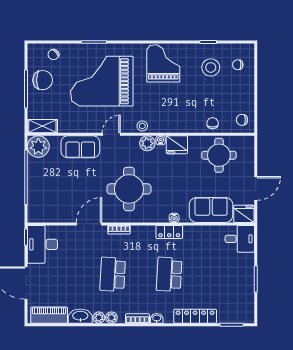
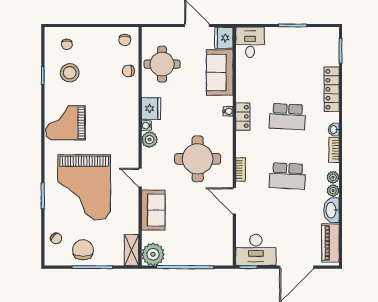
stool: (142, 126) -> (131, 145), removed

